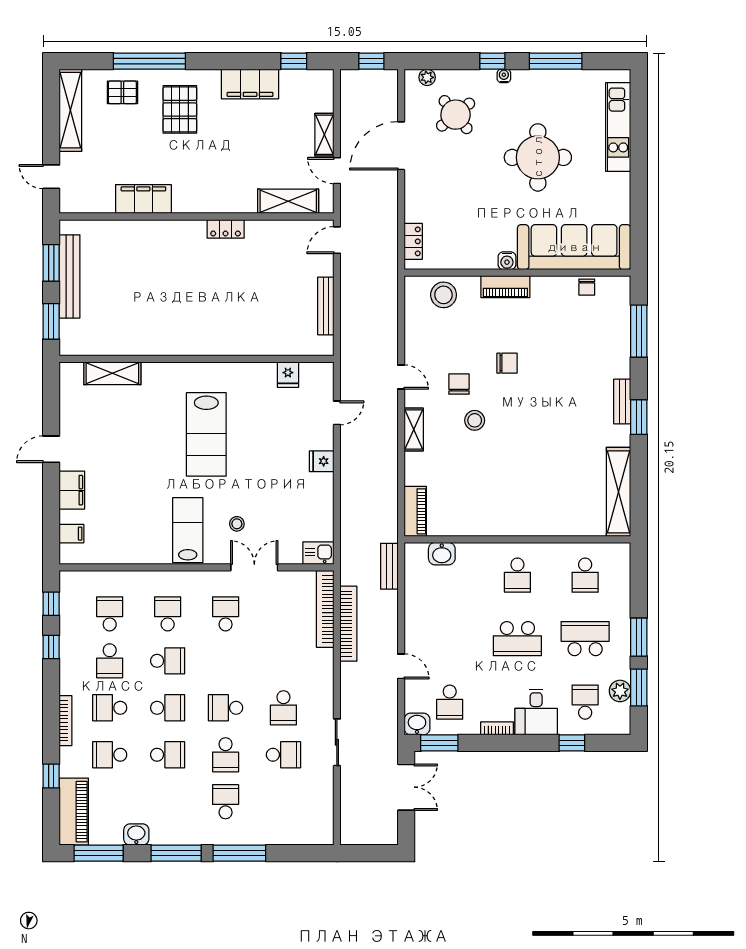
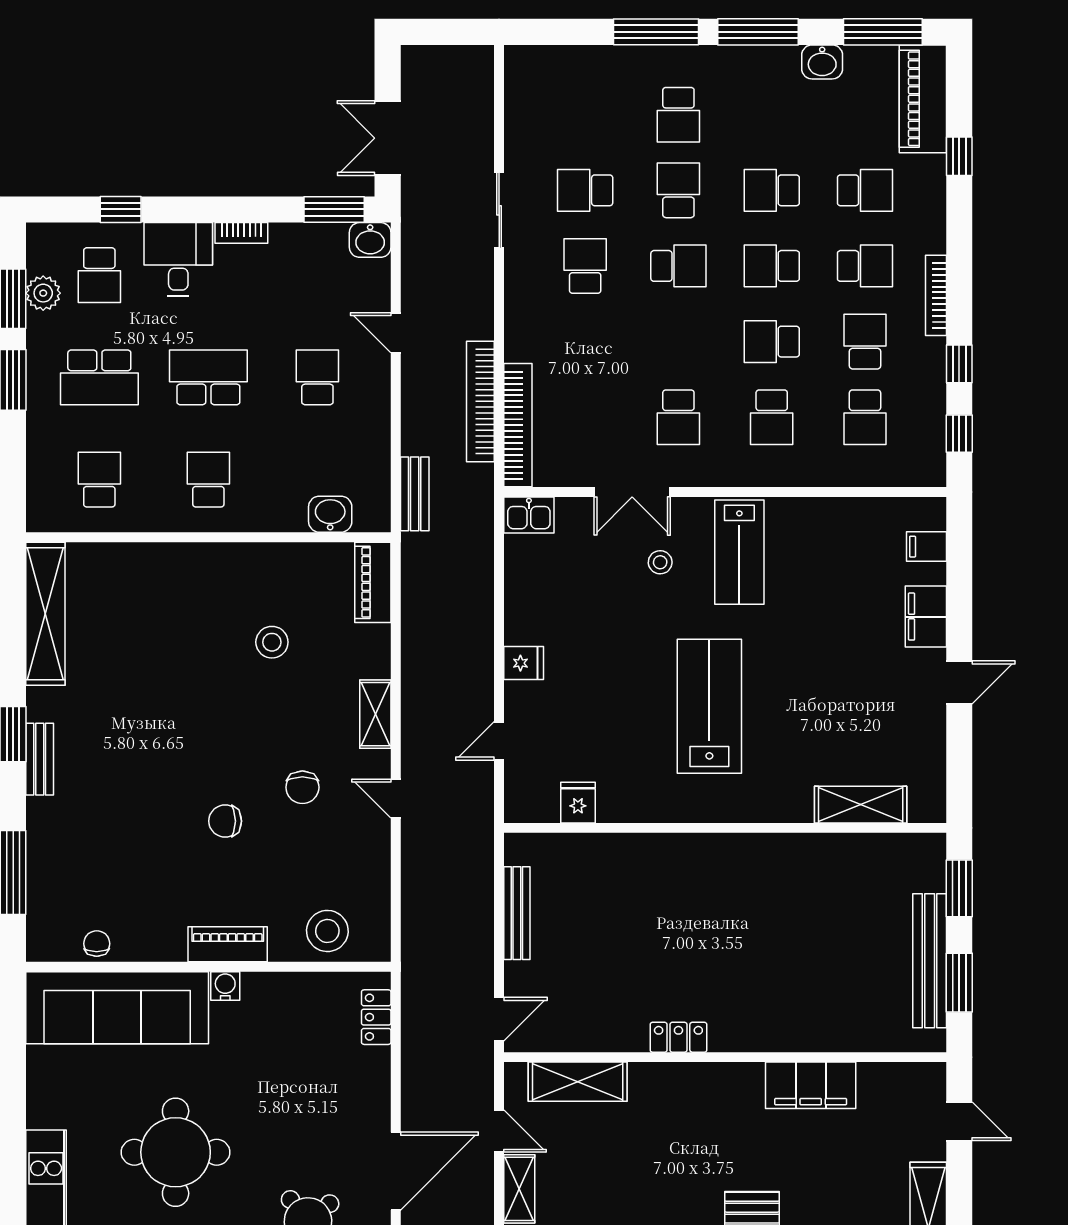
stool: (475, 420) -> (272, 642), moved
school desk: (450, 702) -> (317, 377), moved
bookcase: (66, 721) -> (936, 295), moved

